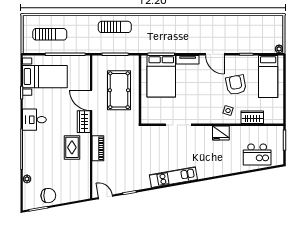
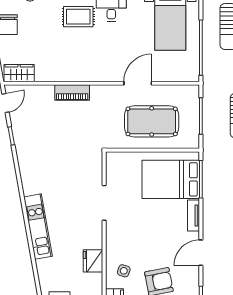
wardrobe: (84, 122) -> (19, 73), moved
rug: (72, 147) -> (78, 17), moved
kitchen unit: (173, 177) -> (38, 227), moved

